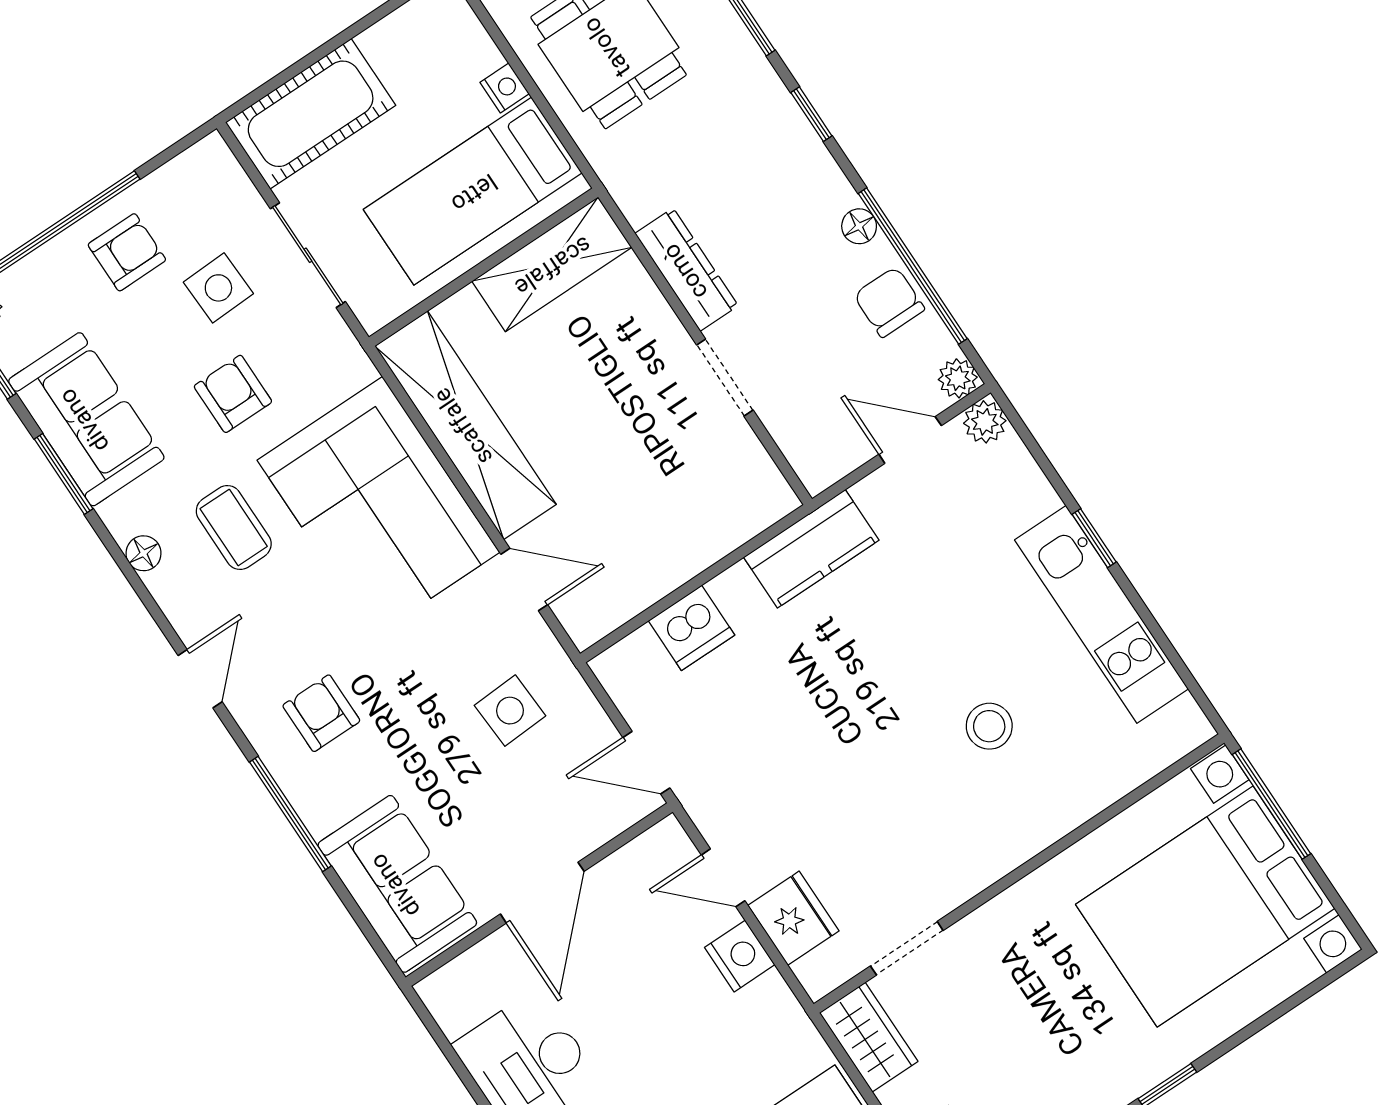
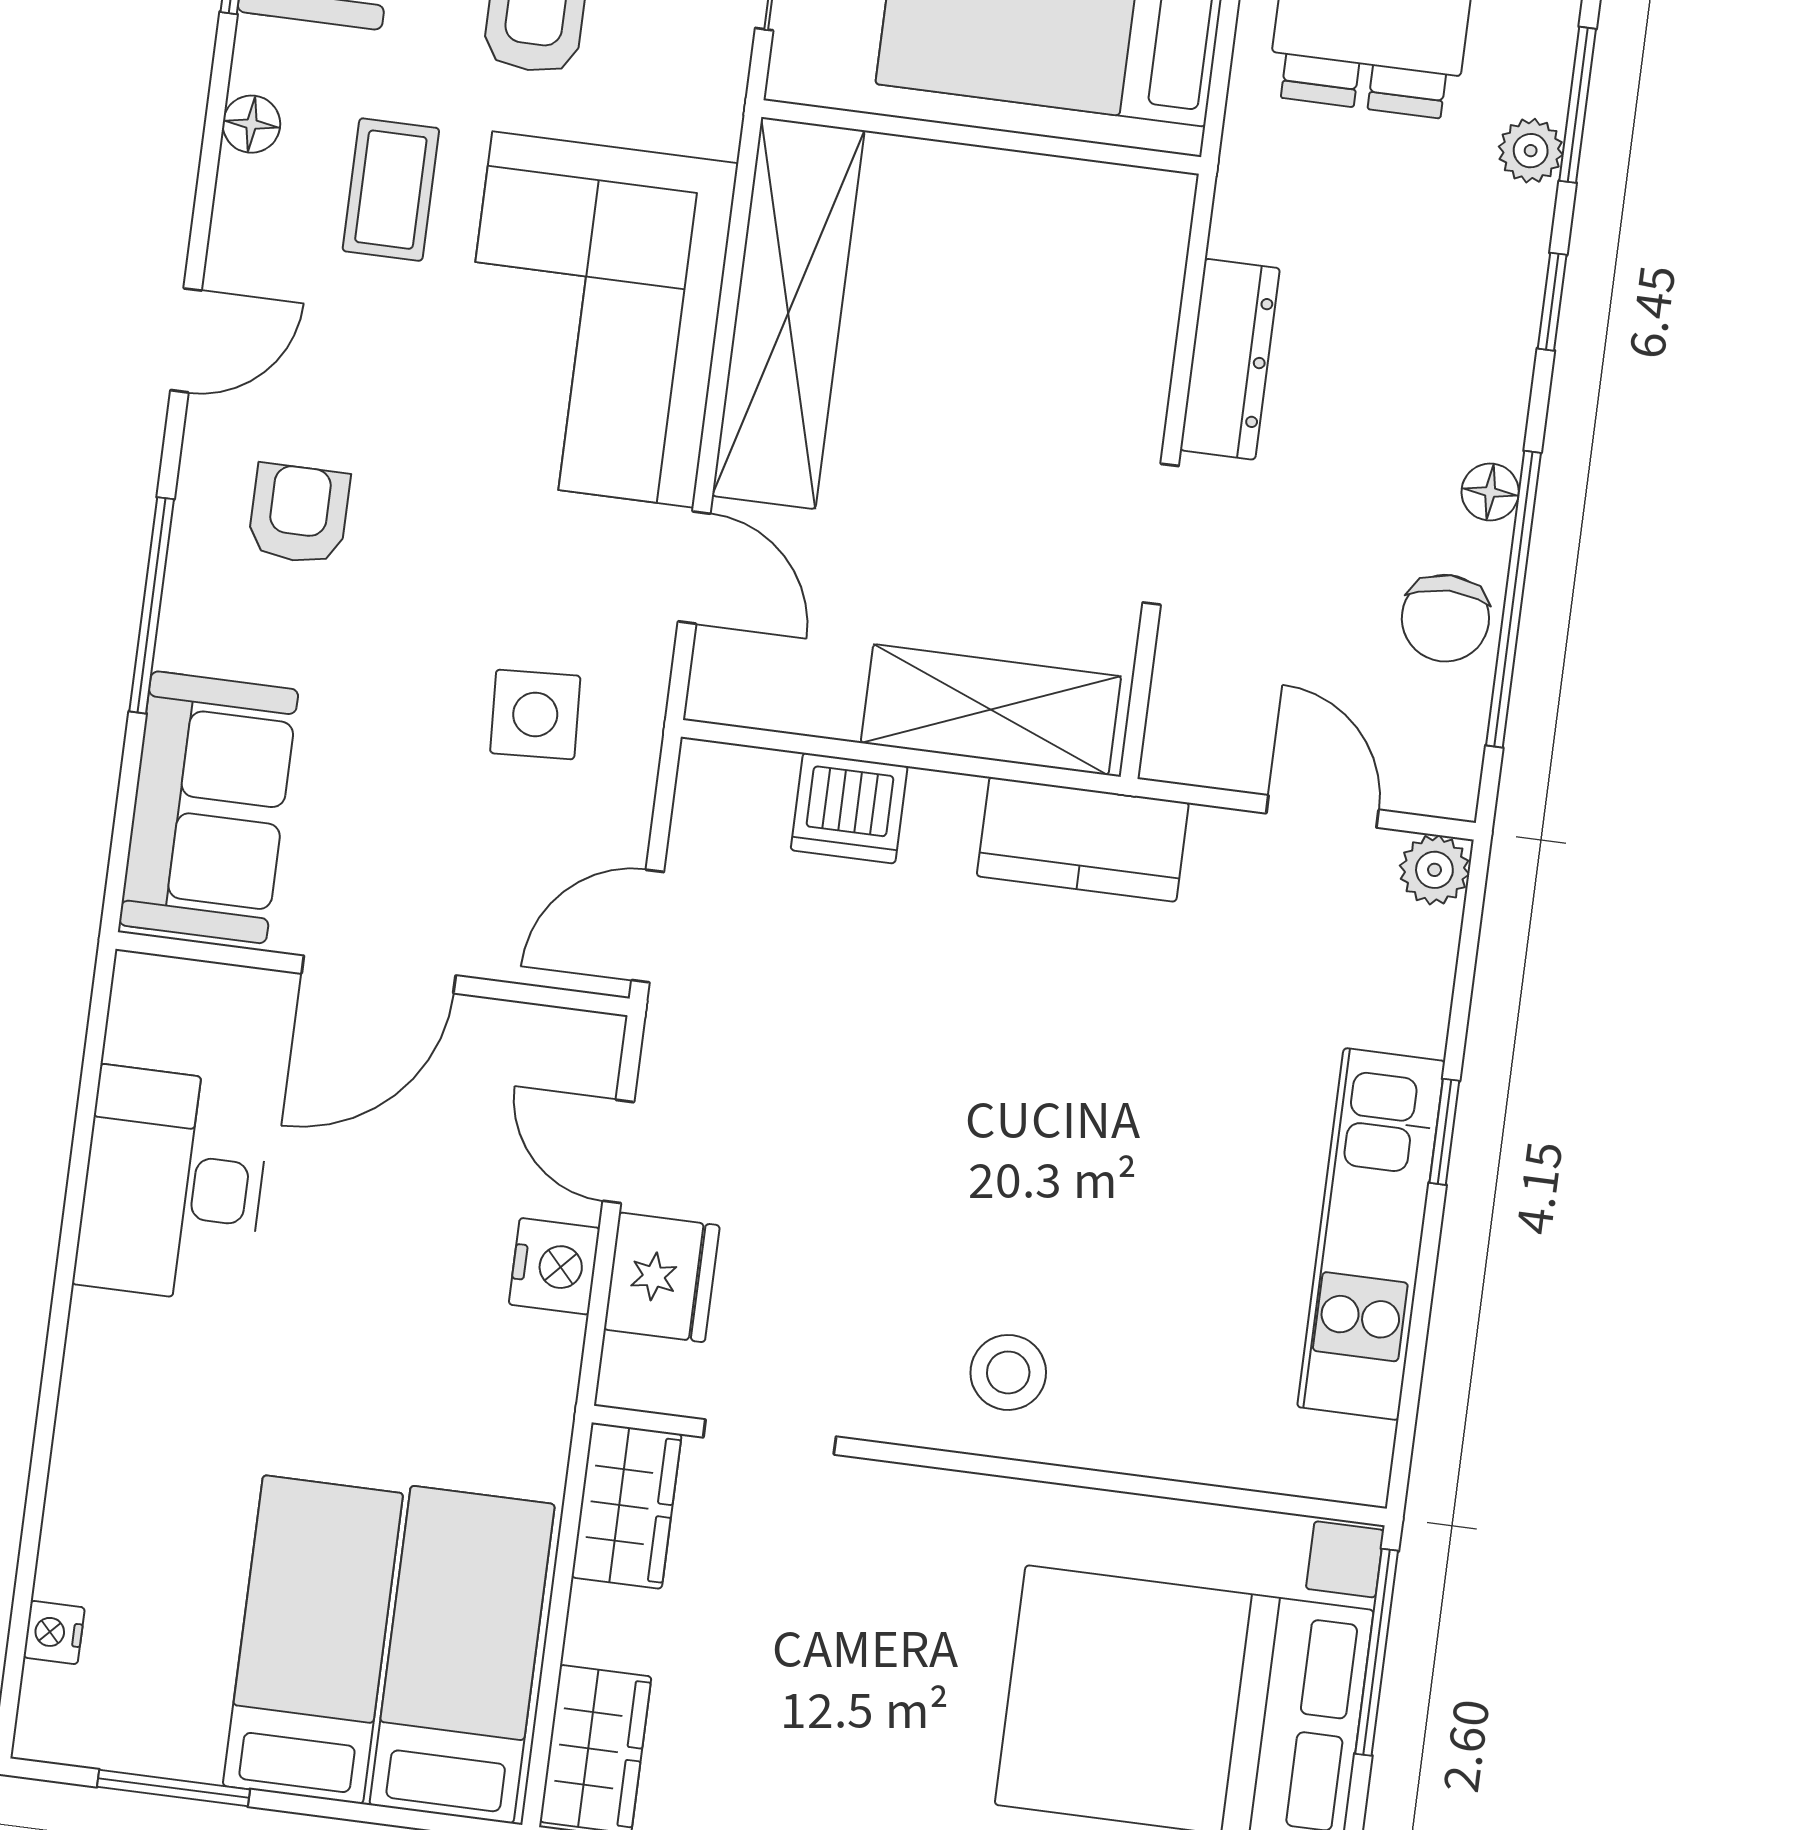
shelving: (552, 264) -> (991, 710), moved
chair: (889, 302) -> (1445, 618), turned 180
plant: (958, 378) -> (1531, 151), moved
stool: (989, 726) -> (1008, 1372), moved
door: (646, 763) -> (648, 926), hinge flipped

